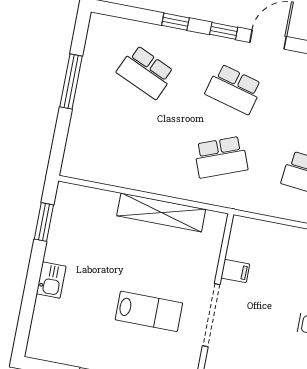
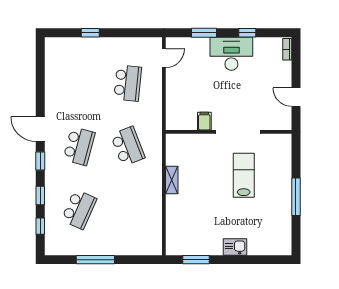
window: (133, 13) -> (40, 226), added
shelving: (161, 212) -> (172, 180), width x0.45, depth x0.75

